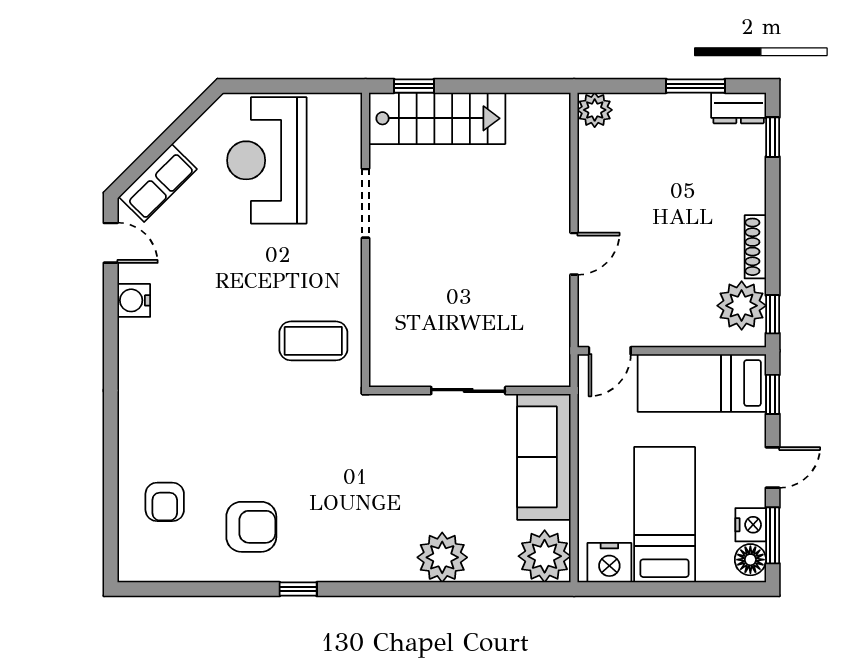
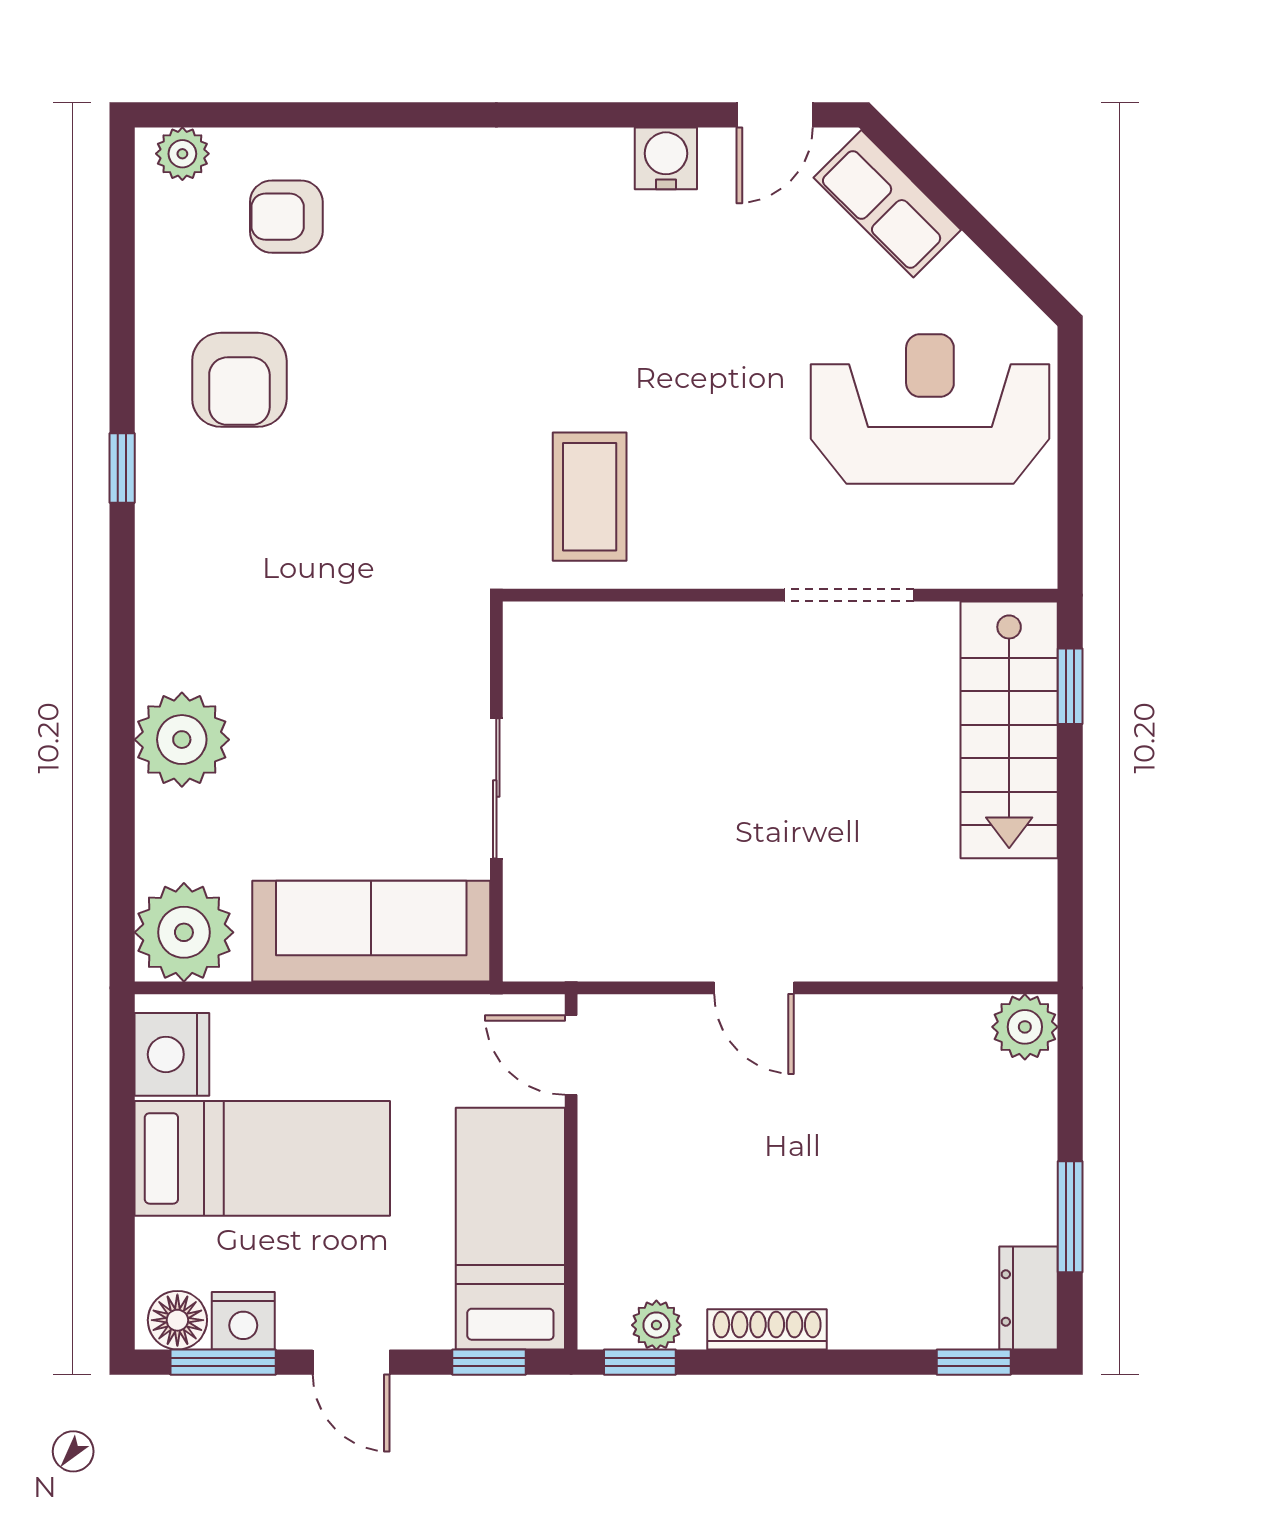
plant: (742, 306) -> (656, 1325), width x0.53, depth x0.53
plant: (131, 557) -> (182, 154), added

